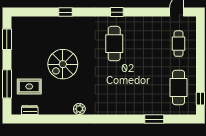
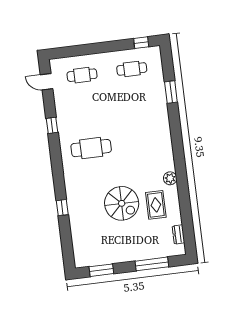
window: (117, 12) -> (52, 125), moved
rug: (29, 87) -> (156, 205), moved
cafe table: (179, 87) -> (132, 69), width x0.73, depth x0.74

